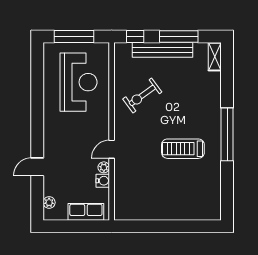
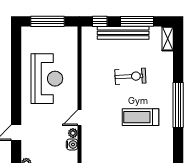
reception desk: (78, 82) -> (47, 79), moved
exercise bike: (142, 95) -> (130, 76), moved, turned -147

